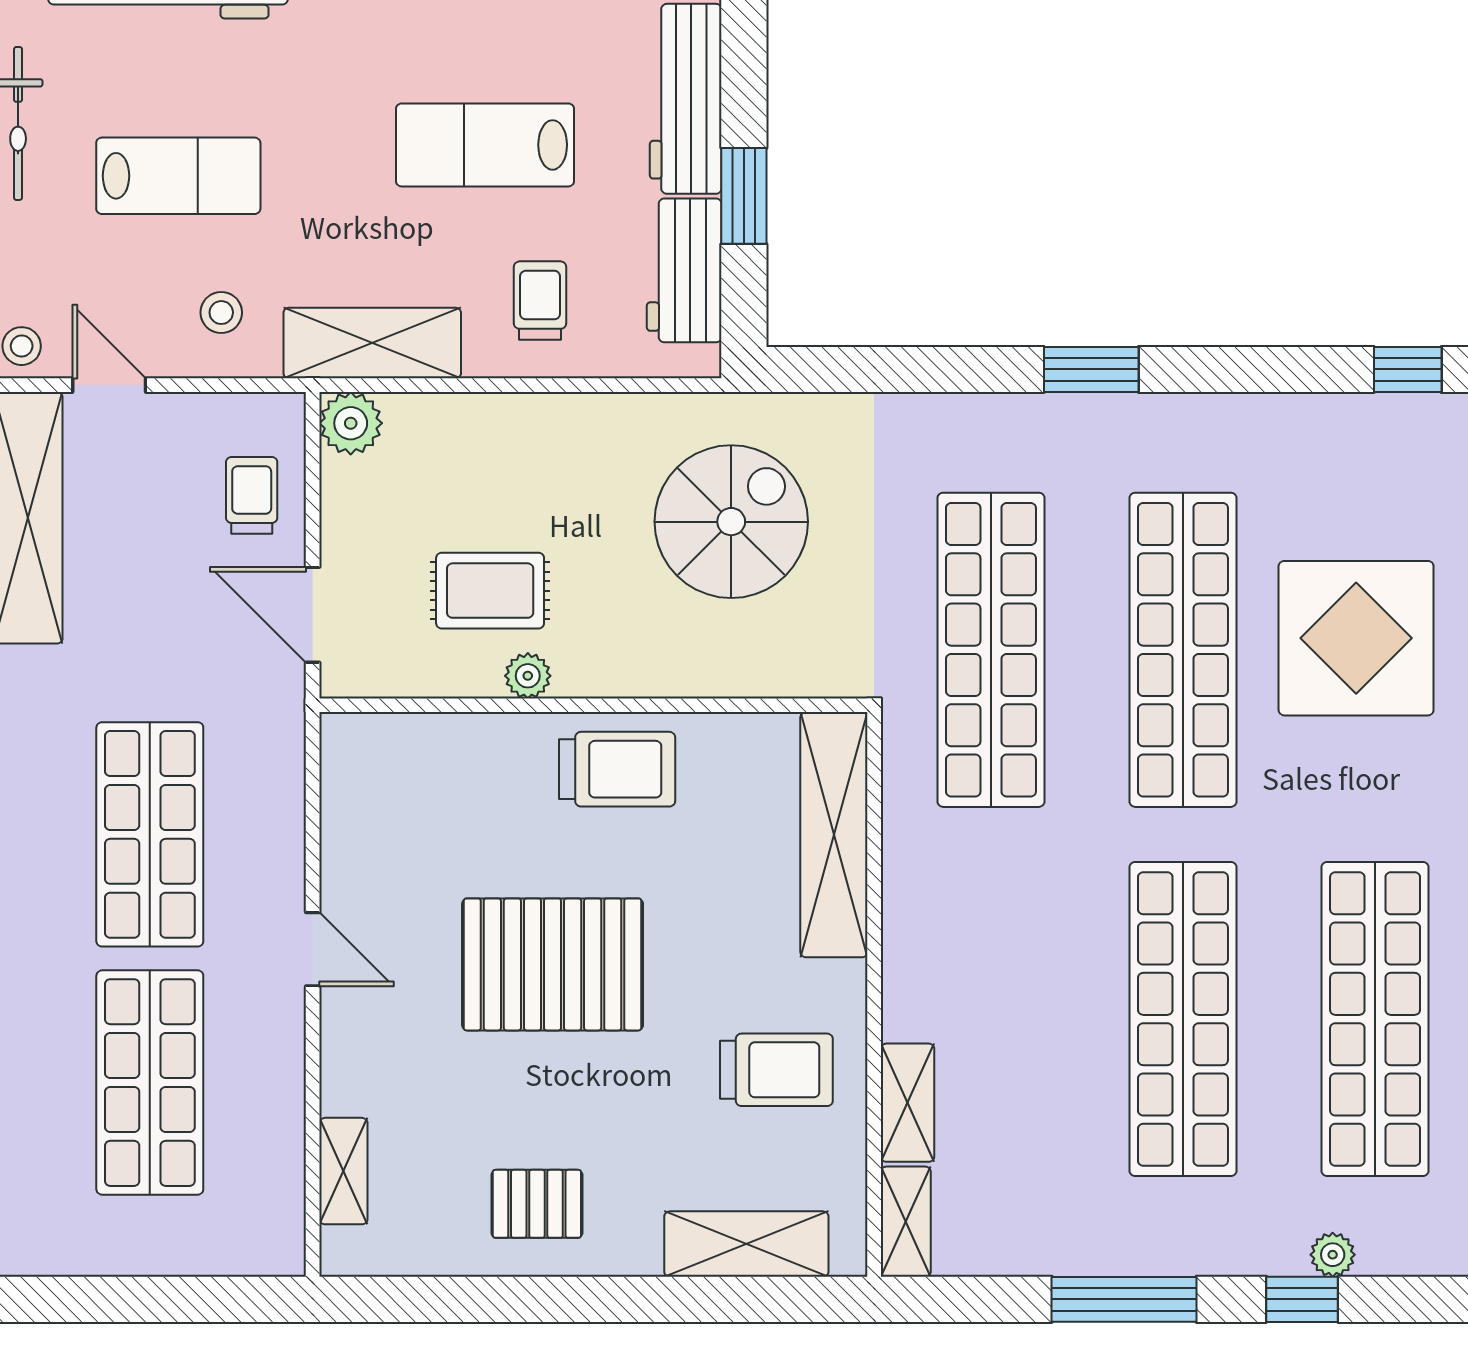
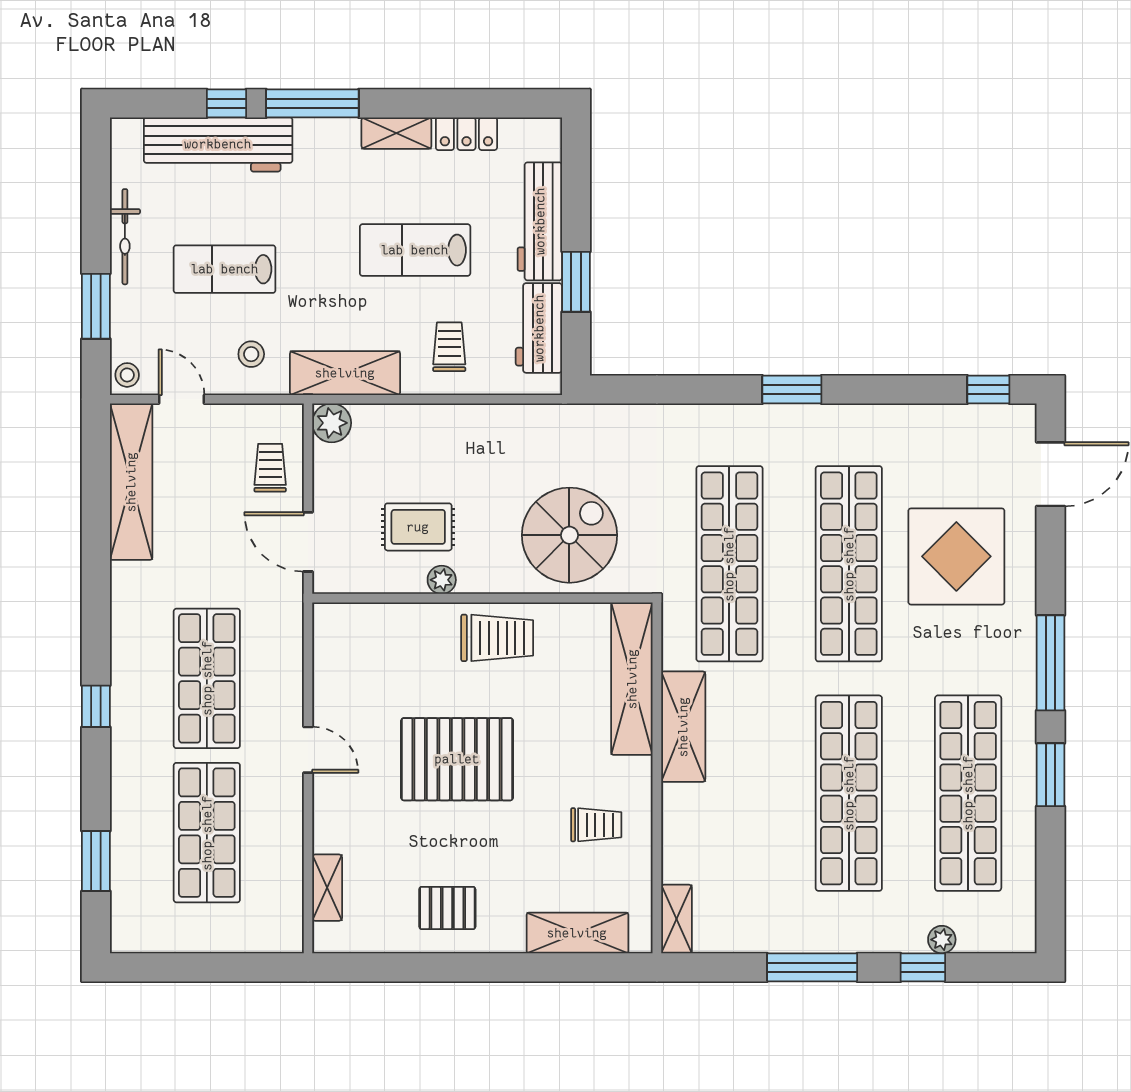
lab bench: (178, 176) -> (225, 269), turned 180
spiral stairs: (731, 522) -> (569, 535), moved
trolley: (776, 1070) -> (596, 825), width x0.73, depth x0.72
shelving: (908, 1103) -> (683, 727), moved, width x1.50, depth x1.33

